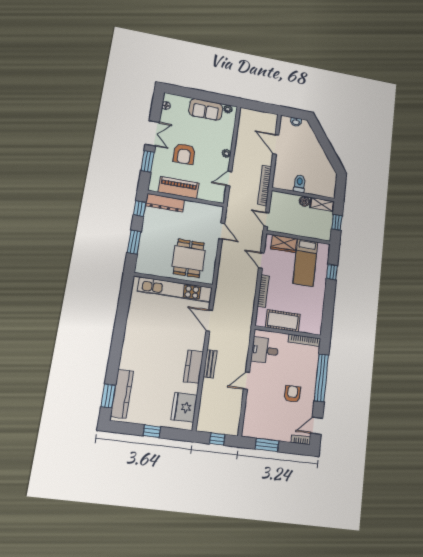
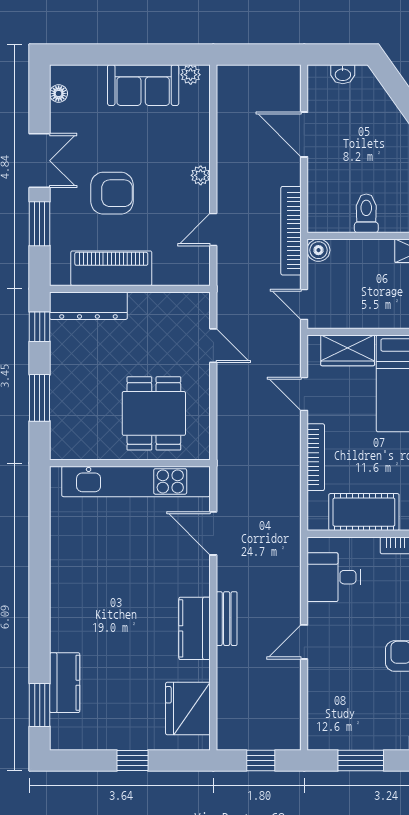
armchair: (184, 154) -> (112, 193), turned -90
boiler: (304, 201) -> (318, 250), moved
kitchen counter: (122, 394) -> (65, 683), width x0.67

